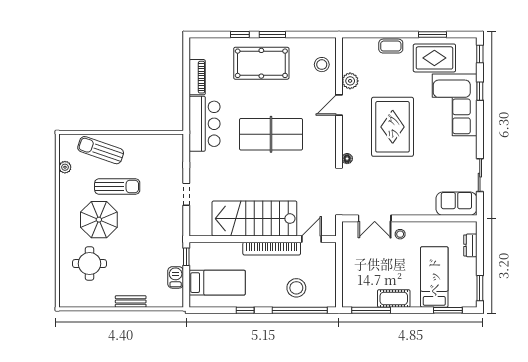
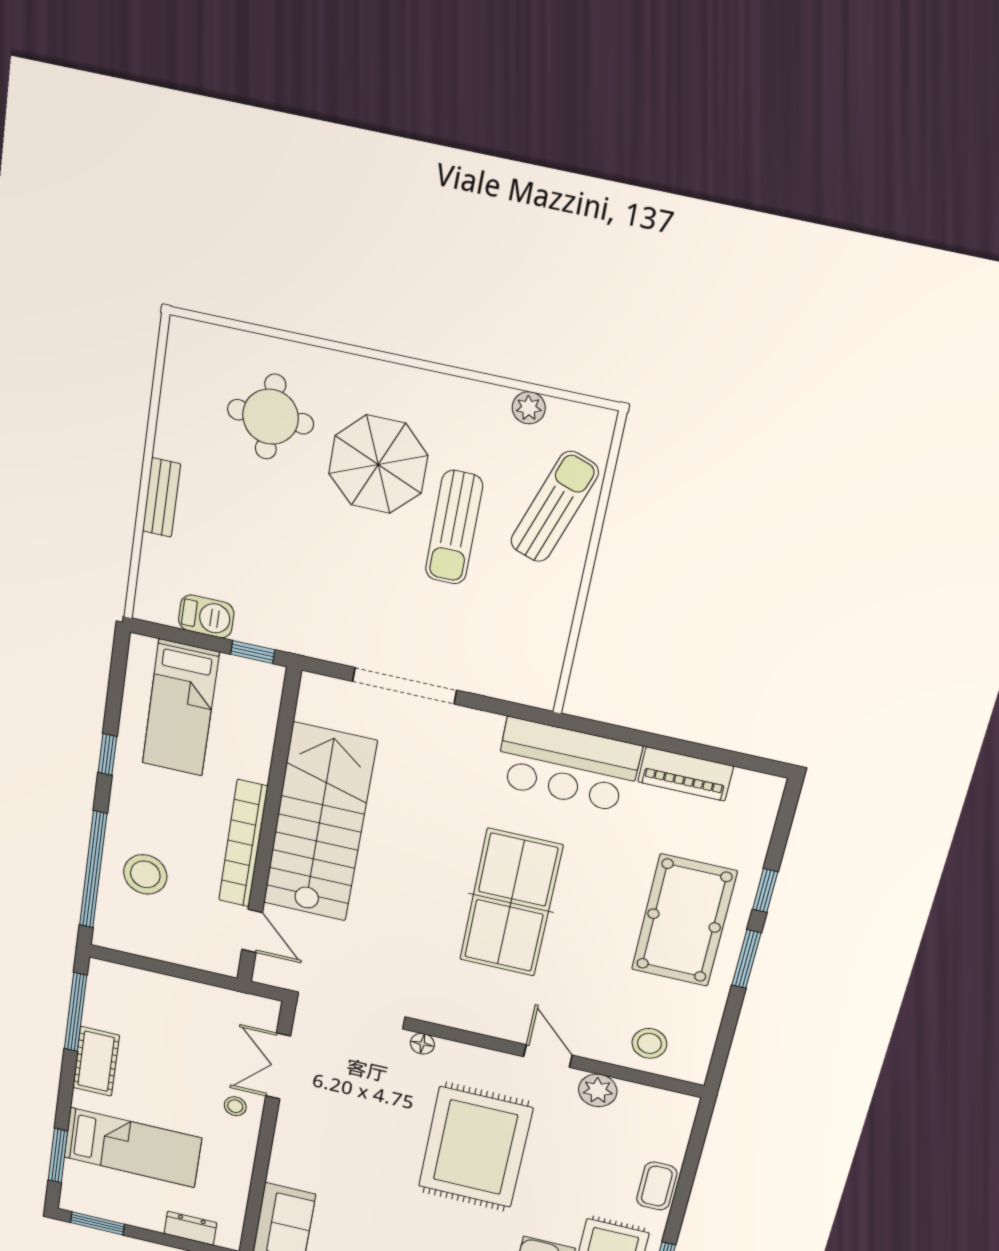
rug: (393, 127) -> (475, 1147), turned 90
doorway: (186, 194) -> (405, 686), width x1.88

